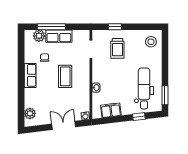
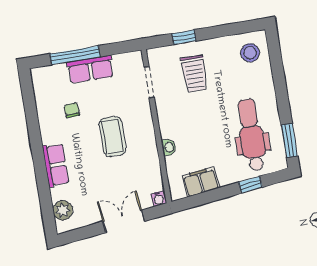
plant: (39, 36) -> (56, 74), removed
row of seats: (30, 75) -> (56, 165), moved

